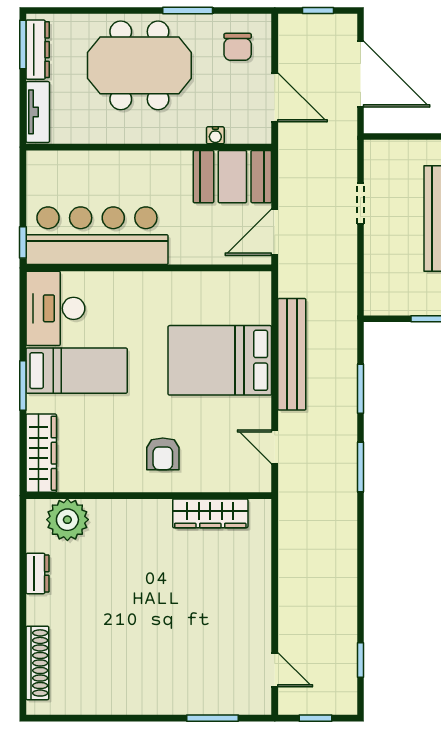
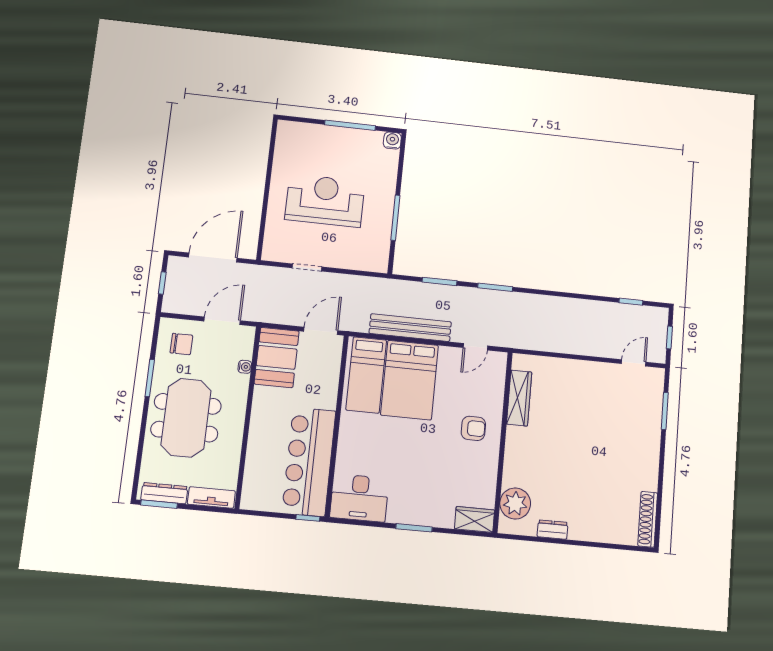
door: (275, 232) -> (321, 331), swing flipped
bed: (77, 371) -> (366, 375), moved, turned 180
wardrobe: (41, 453) -> (475, 519), width x0.67
shoe rack: (37, 663) -> (648, 519), moved, turned -90

